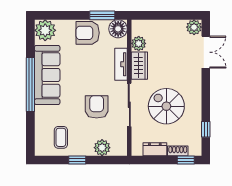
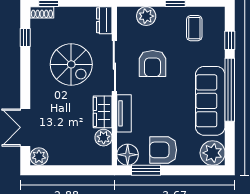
armchair: (88, 33) -> (163, 150), turned 180
window: (30, 127) -> (230, 40), added
dresser: (155, 149) -> (104, 20), moved, turned 90
shoe rack: (178, 151) -> (42, 12), moved

